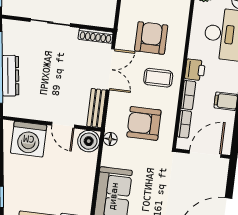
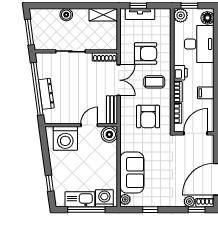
armchair: (151, 38) -> (146, 54), turned 90
armchair: (144, 123) -> (148, 117), turned -90
door: (63, 125) -> (89, 125), swing flipped
floor lamp: (110, 139) -> (125, 131), removed

